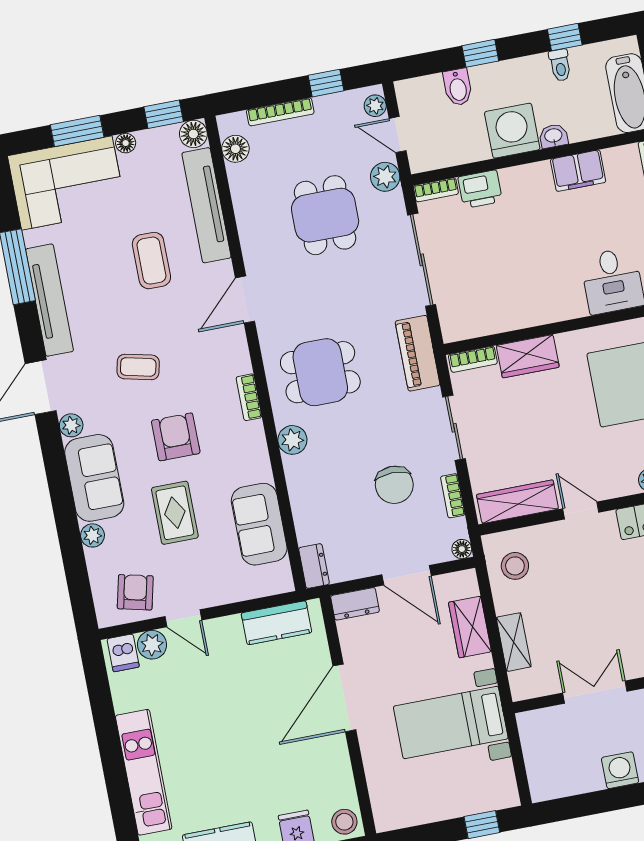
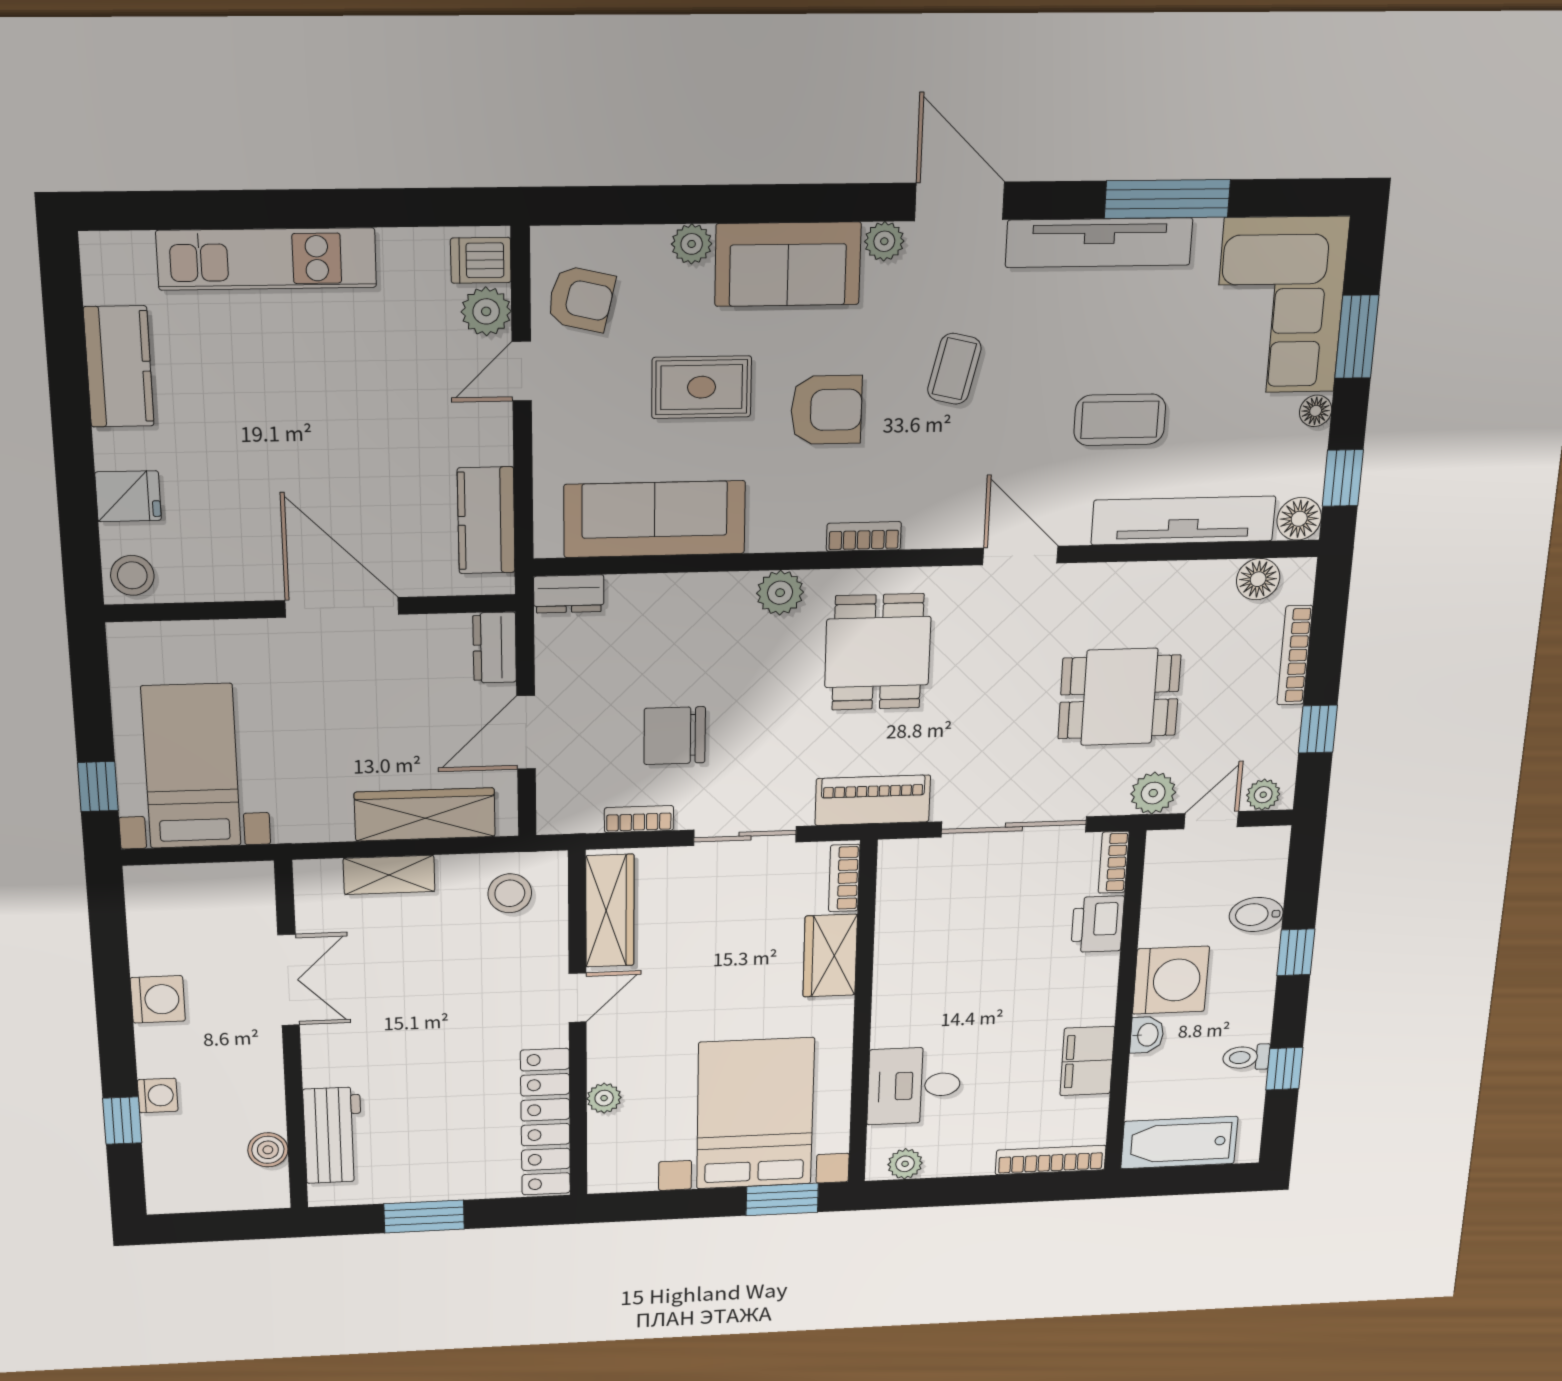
sofa: (259, 524) -> (655, 519), width x1.36
floor lamp: (462, 549) -> (552, 820), removed
wardrobe: (470, 627) -> (425, 814), width x1.50
bed with nightstands: (451, 722) -> (191, 766), moved

